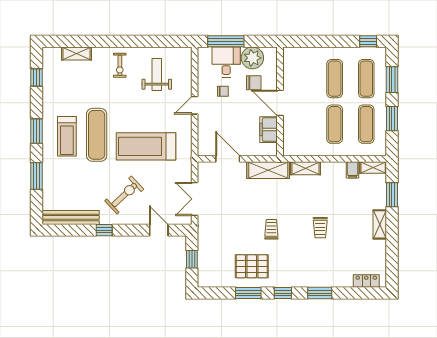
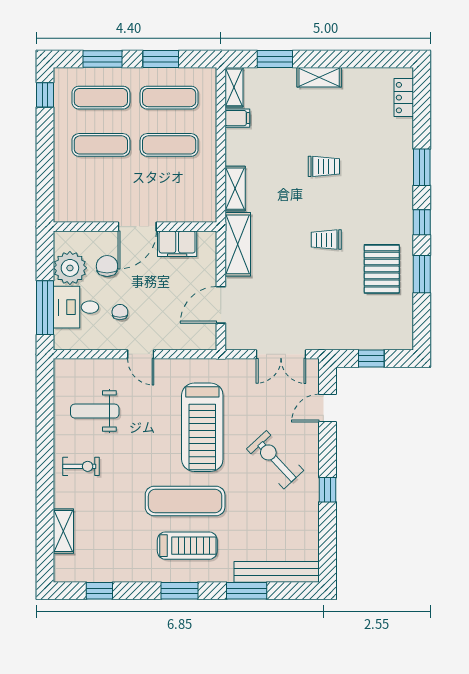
bench: (71, 217) -> (277, 572), moved, turned 90

